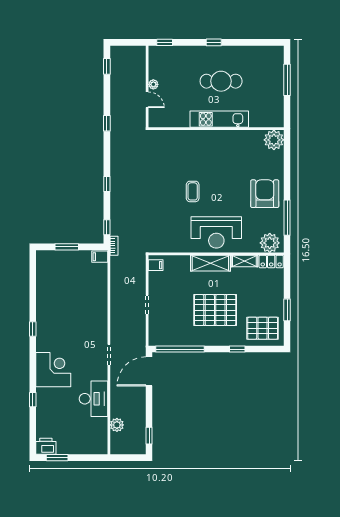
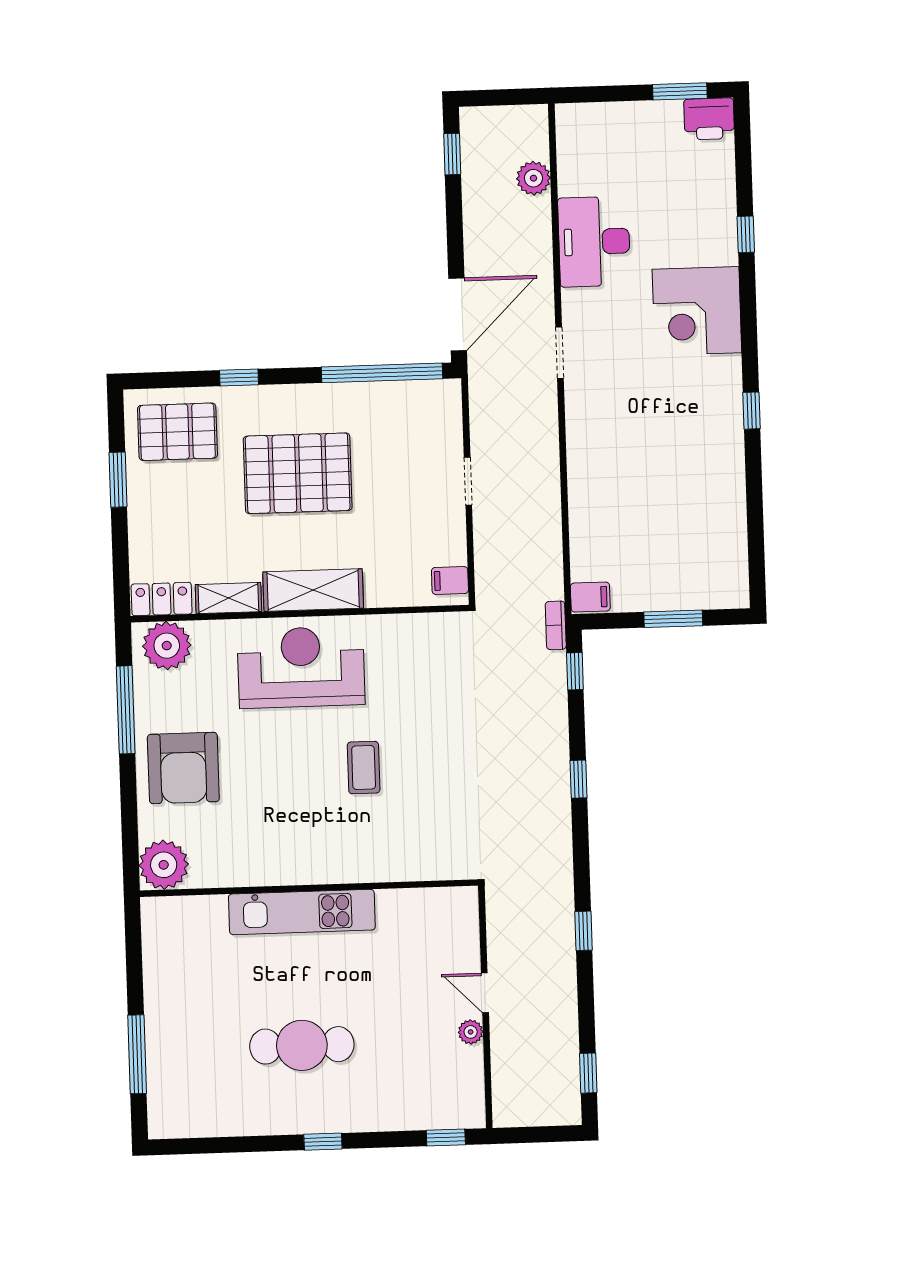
kitchen unit: (219, 119) -> (302, 912), moved
wall: (216, 129) -> (309, 888), moved
plant: (274, 140) -> (164, 865), moved

